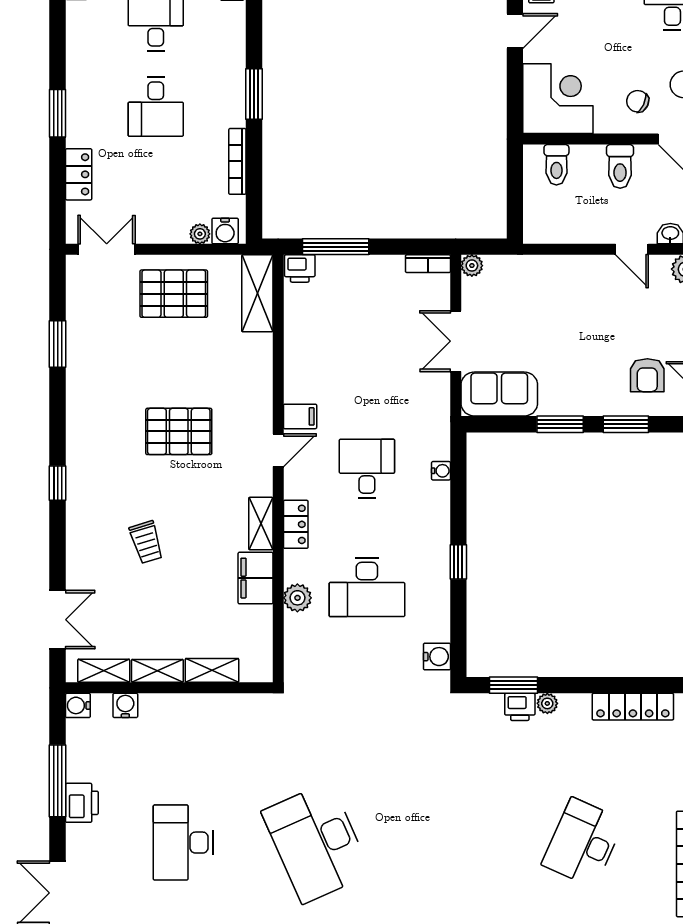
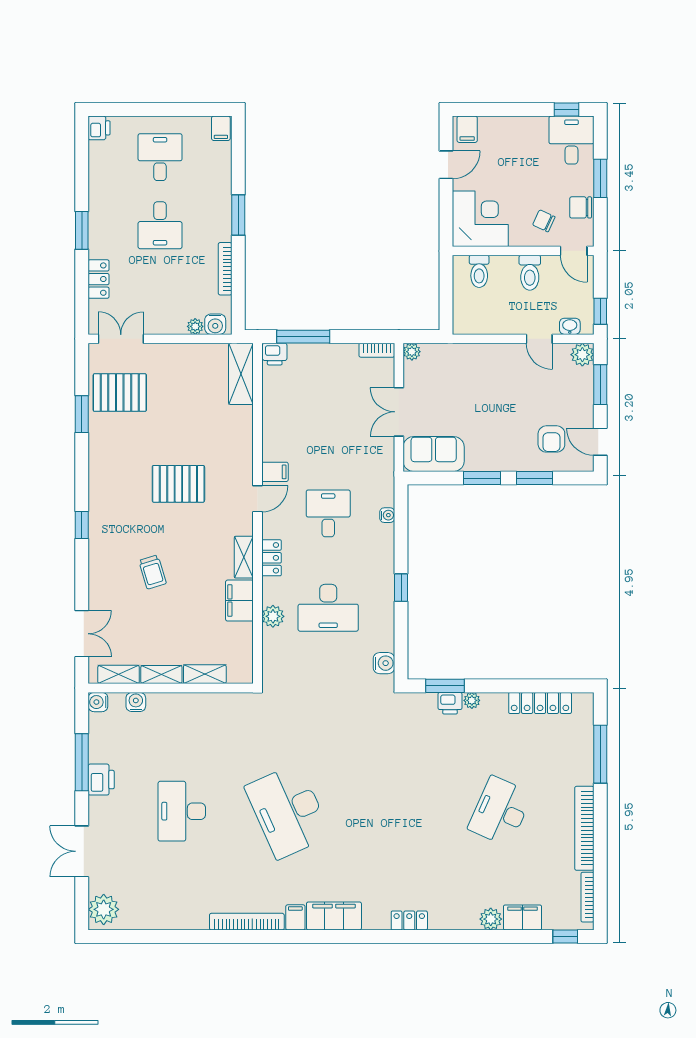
pallet: (174, 294) -> (120, 393), moved

